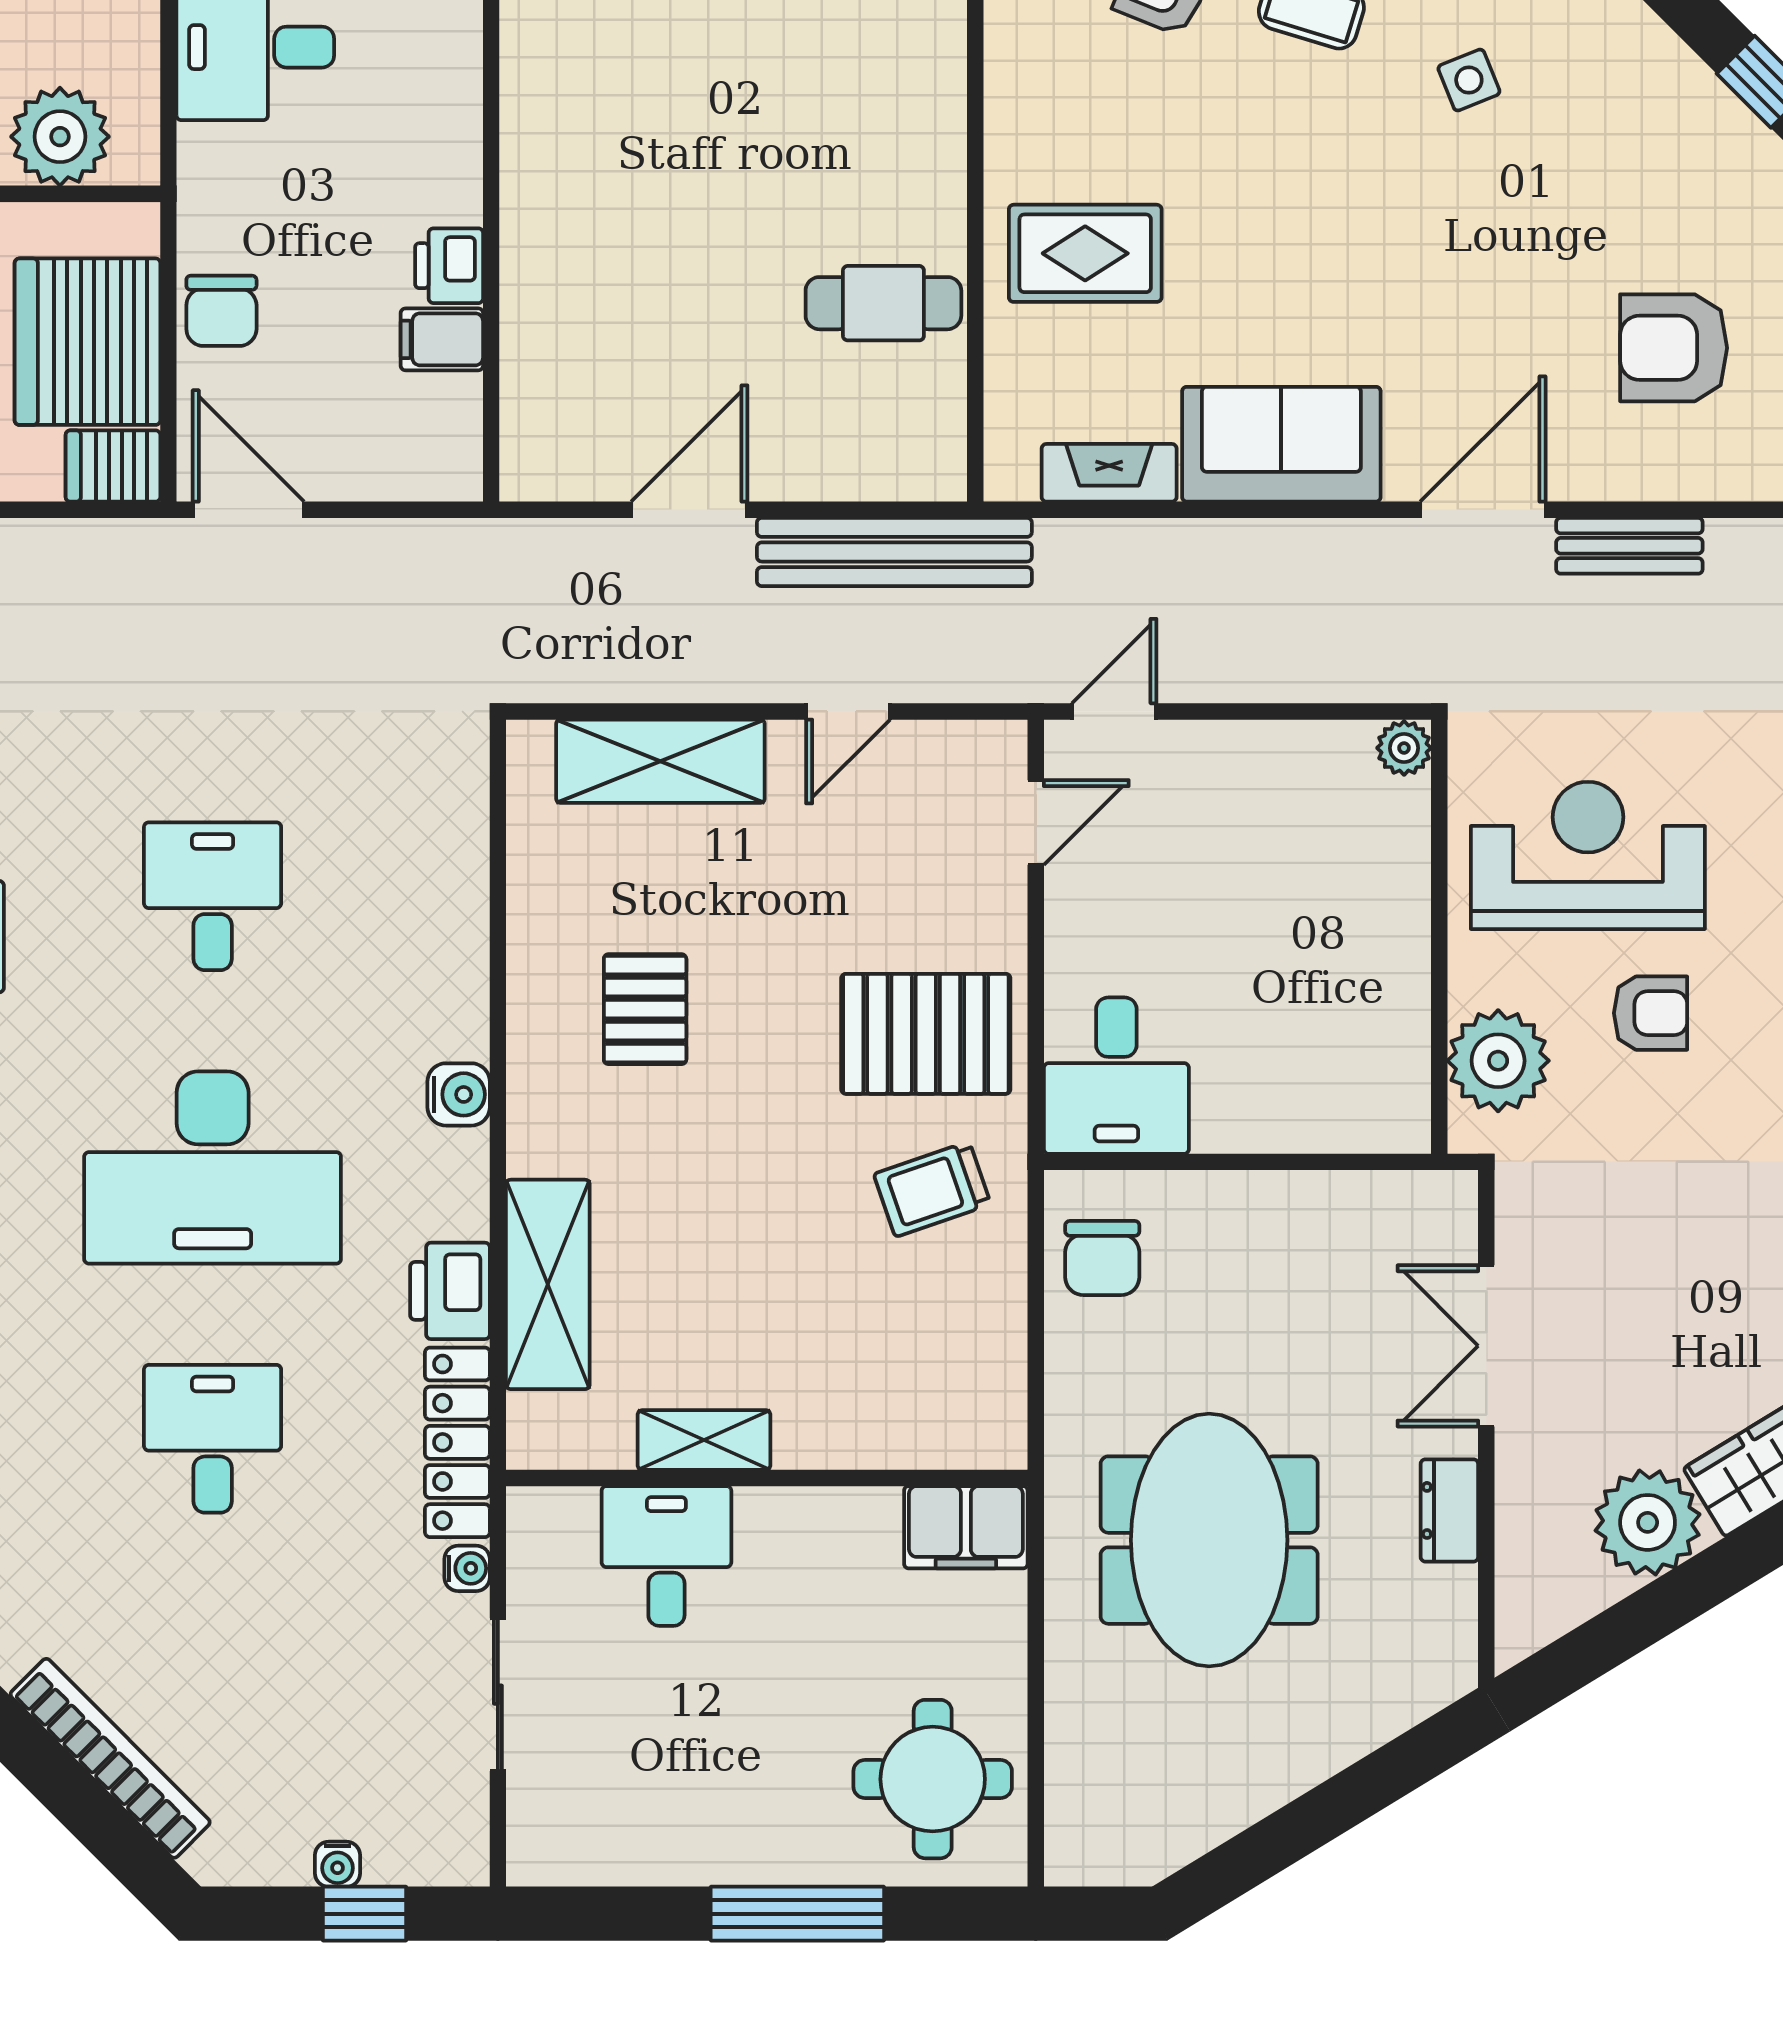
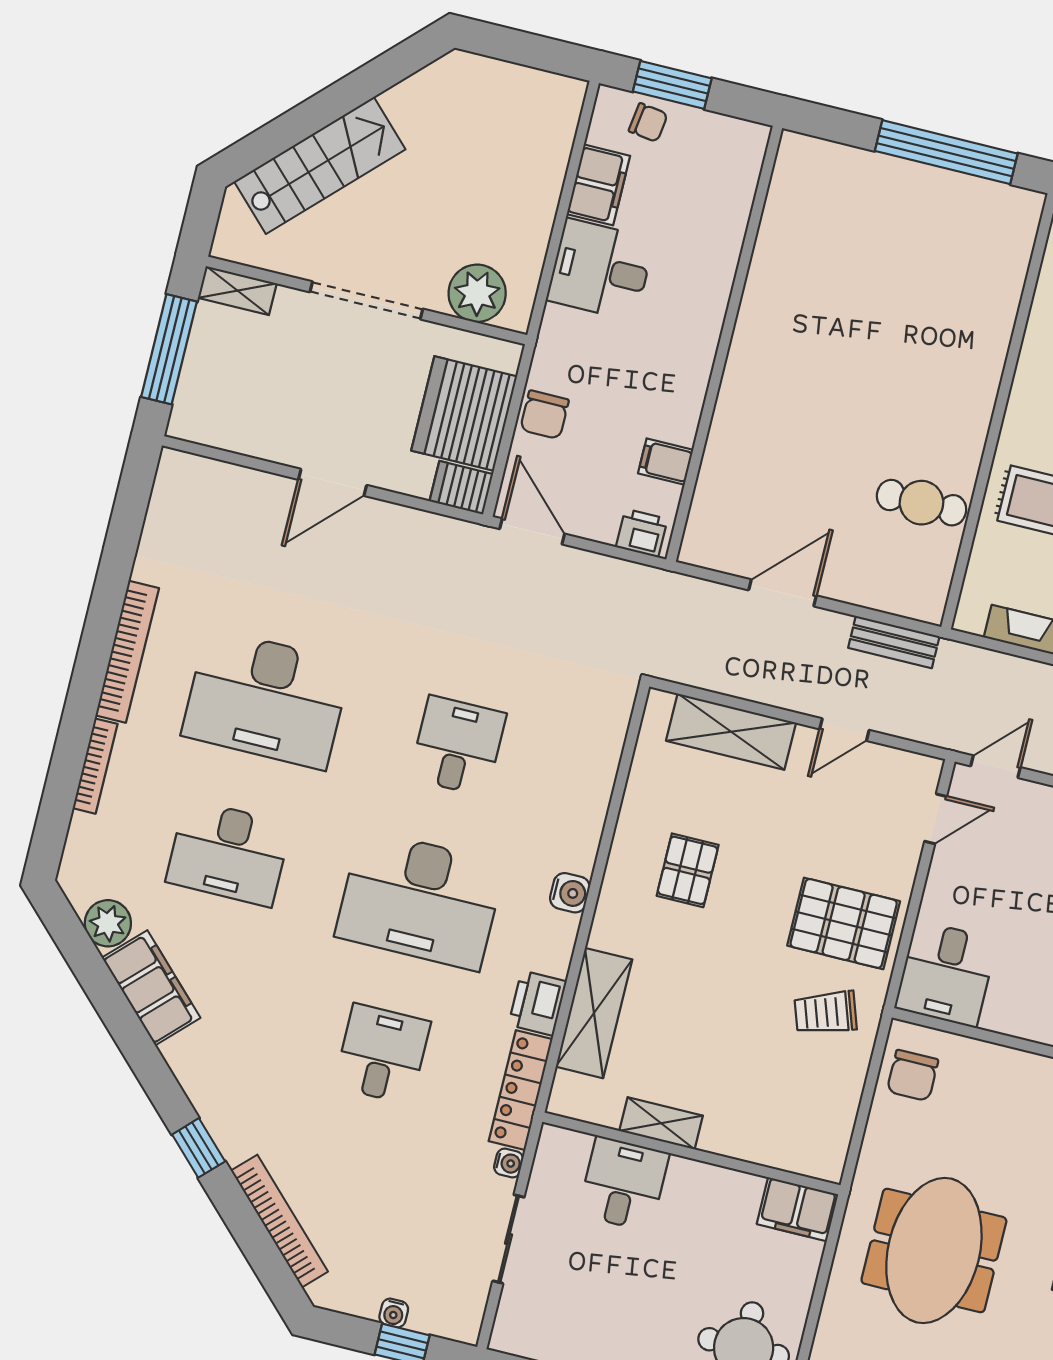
printer: (449, 266) -> (642, 533), moved, turned 90
bench: (894, 552) -> (894, 642), width x0.54, depth x0.82

